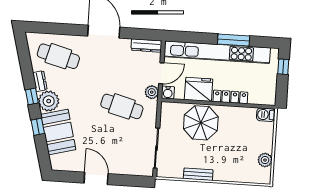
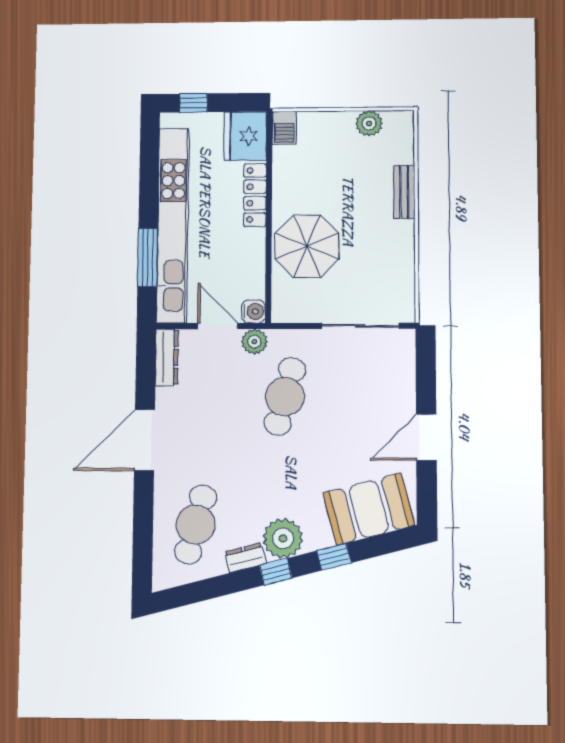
window: (234, 40) -> (148, 257), moved
fridge: (199, 89) -> (245, 136), moved
booth: (58, 132) -> (369, 509), moved
bench: (198, 174) -> (404, 192), moved

